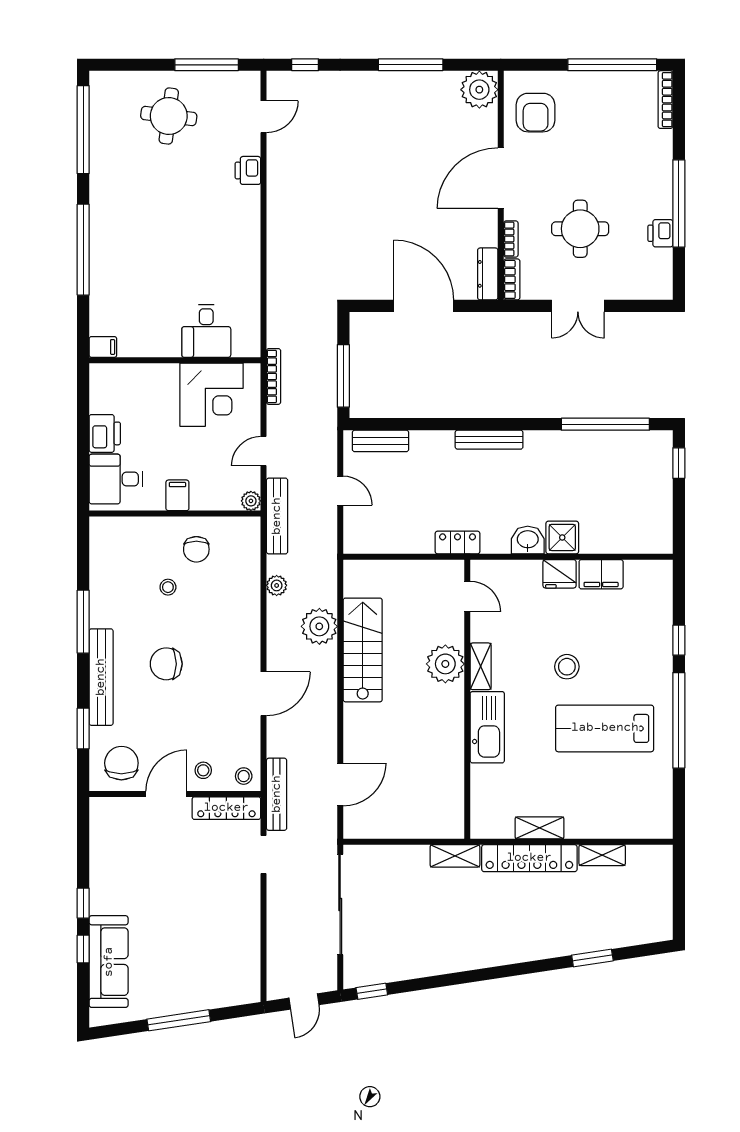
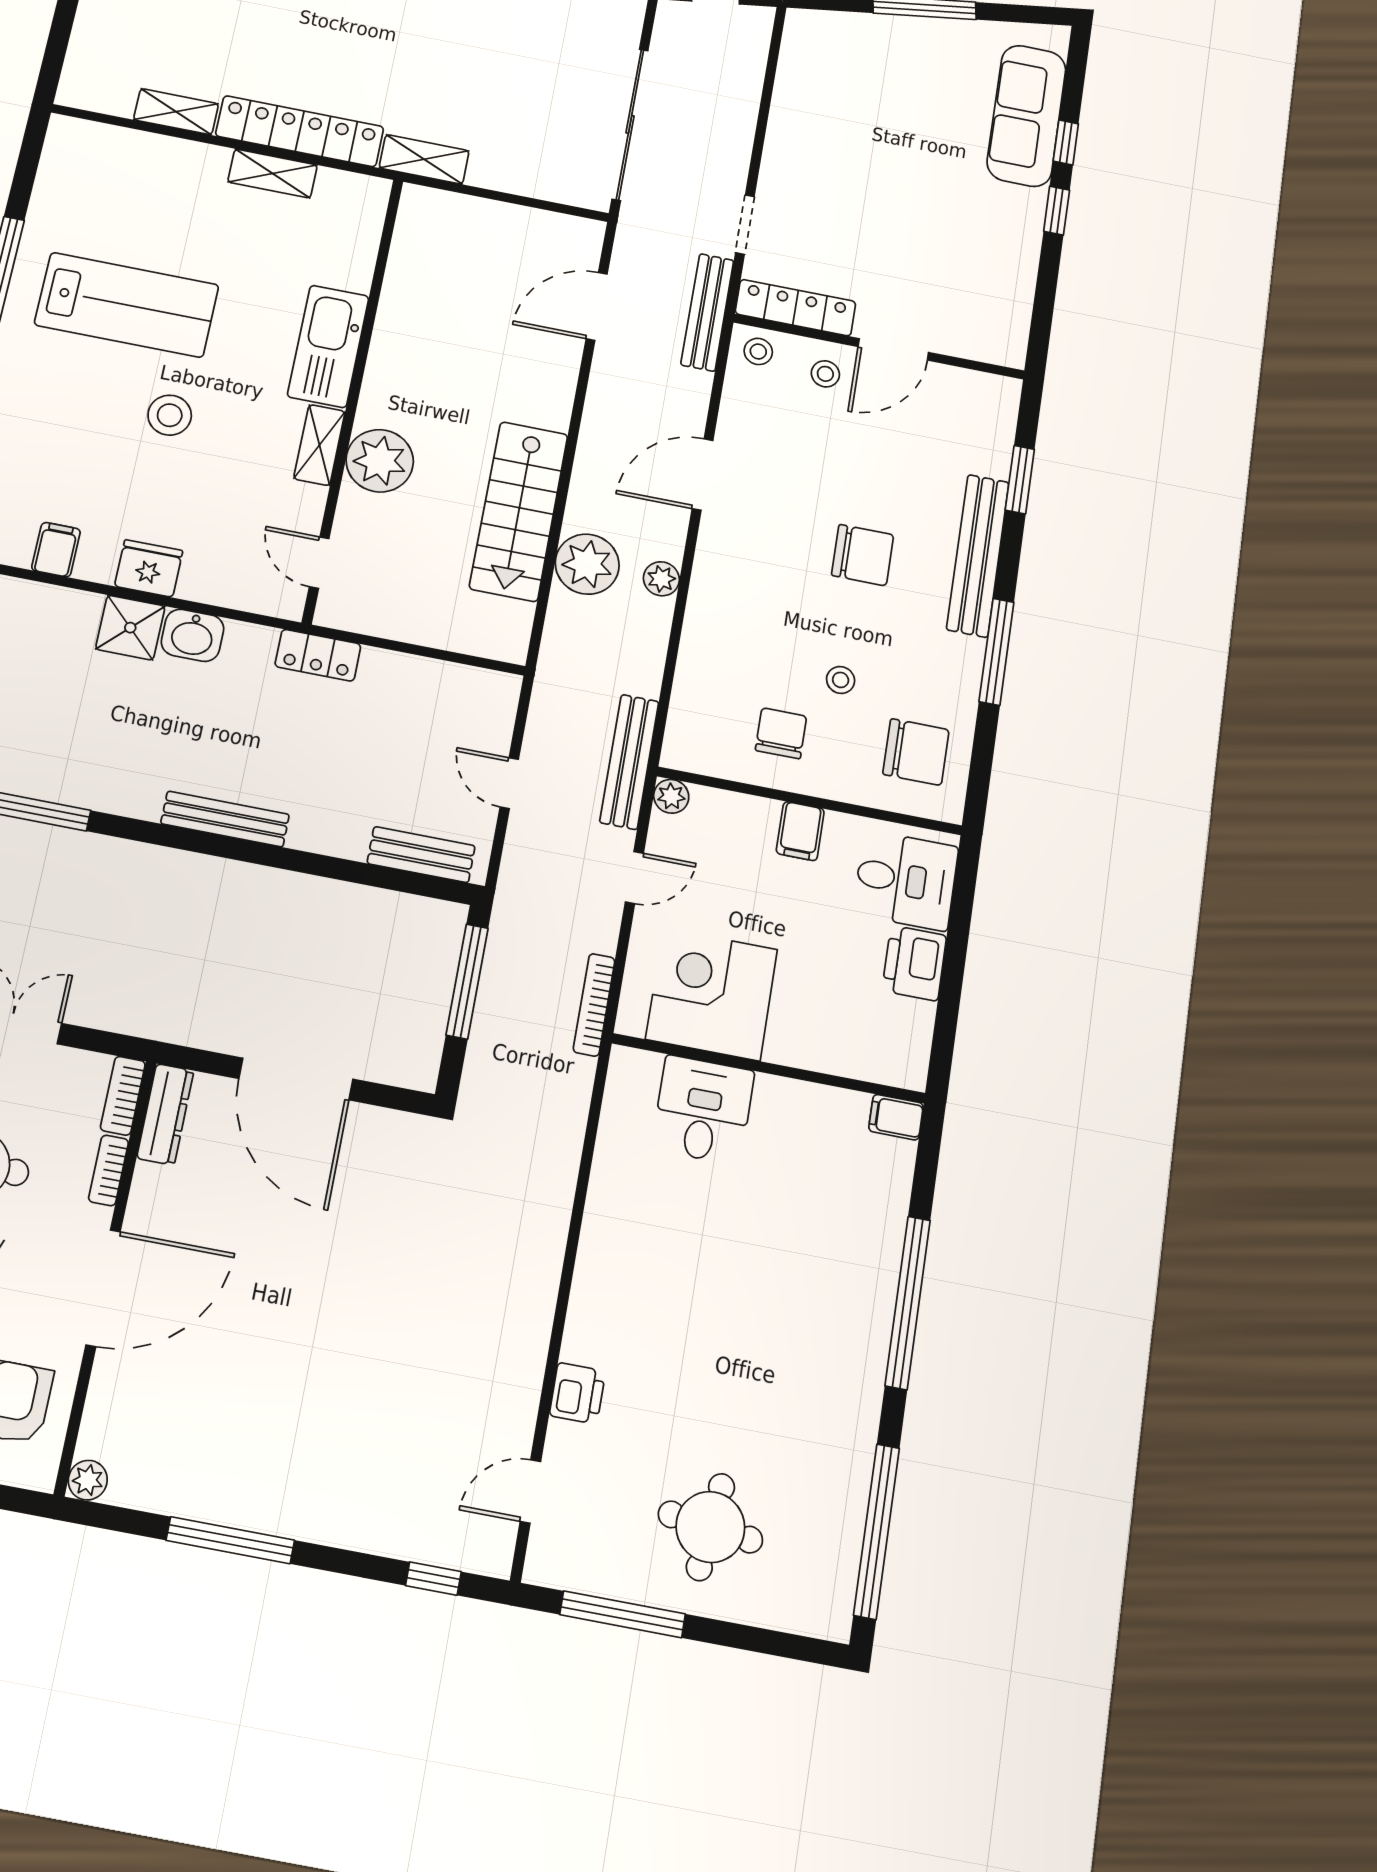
plant: (479, 90) -> (88, 1480), width x0.53, depth x0.53
filing cabinet: (601, 574) -> (56, 550), width x0.50
plant: (277, 585) -> (661, 579), moved
chair: (121, 763) -> (916, 752), moved, turned -90

